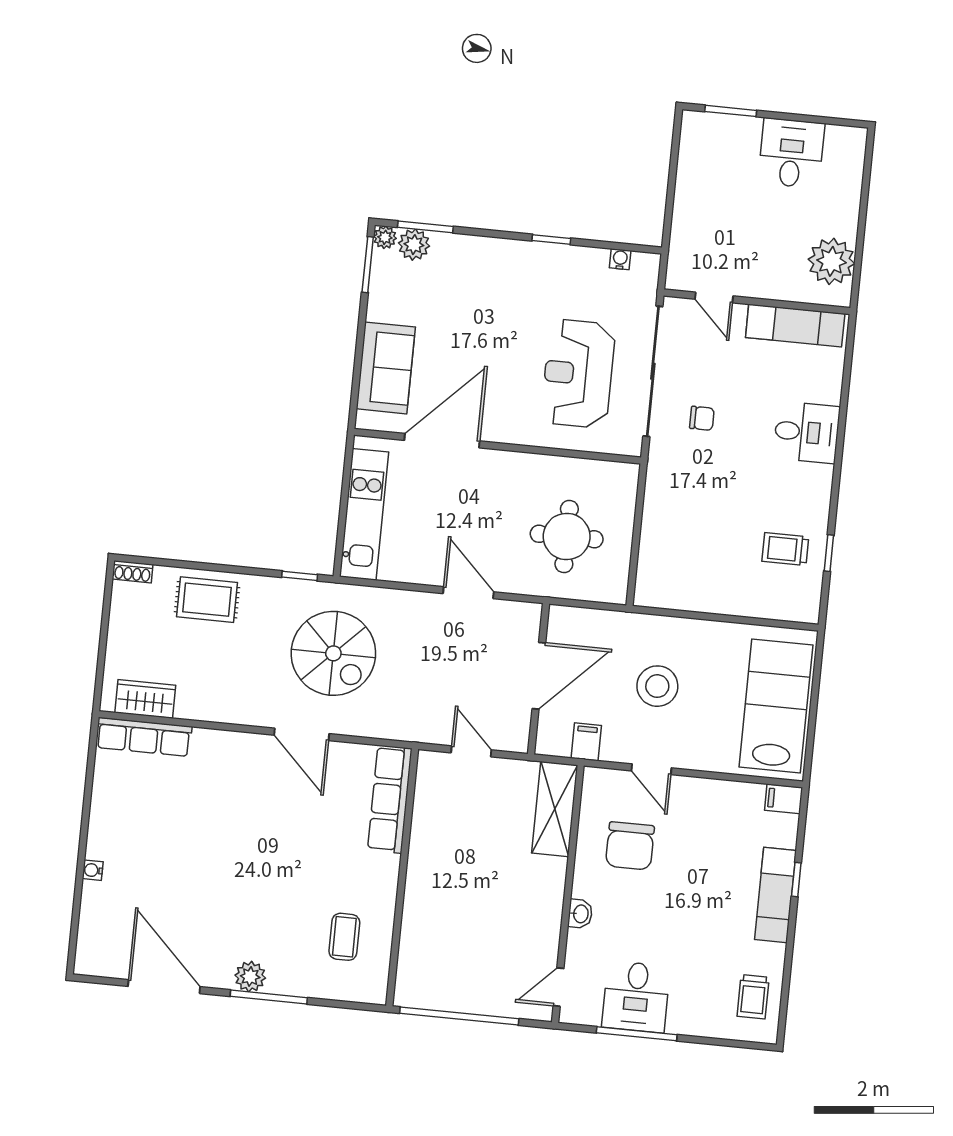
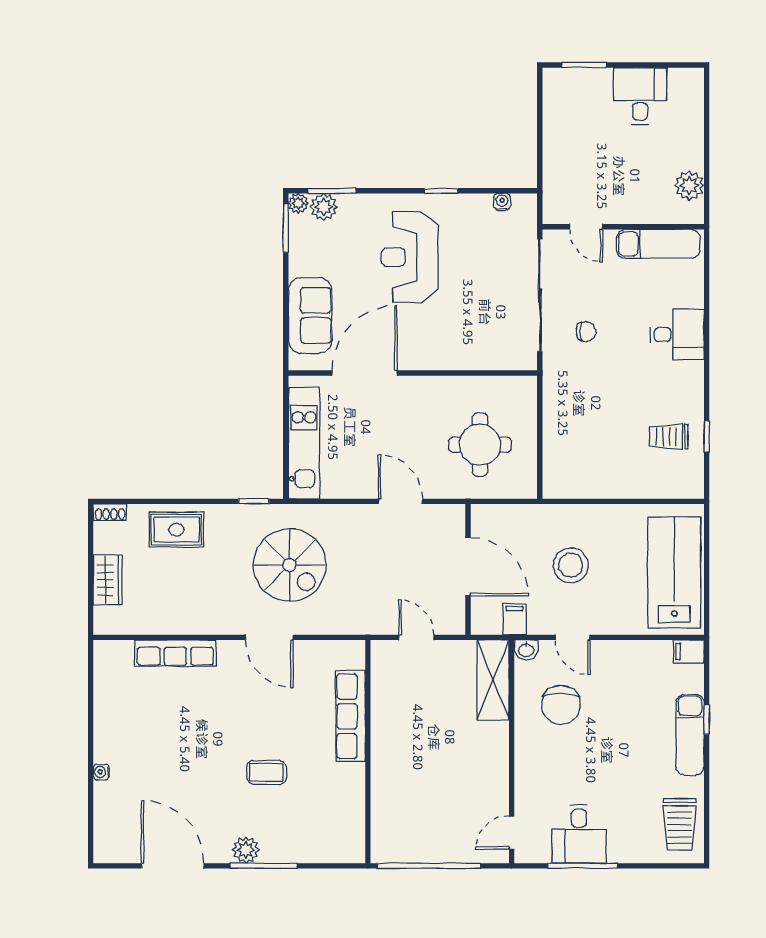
plant: (831, 261) -> (689, 186), width x0.73, depth x0.73
reception desk: (578, 374) -> (410, 257), moved
door: (539, 676) -> (468, 567), hinge flipped
wardrobe: (145, 699) -> (108, 580), moved, turned 90
row of seats: (144, 737) -> (175, 653), moved
row of seats: (390, 799) -> (350, 716), moved
washbasin: (580, 914) -> (526, 650), moved, turned 90
coffee table: (344, 937) -> (266, 772), moved, turned 90
trolley: (753, 997) -> (680, 824), width x1.36, depth x1.39

